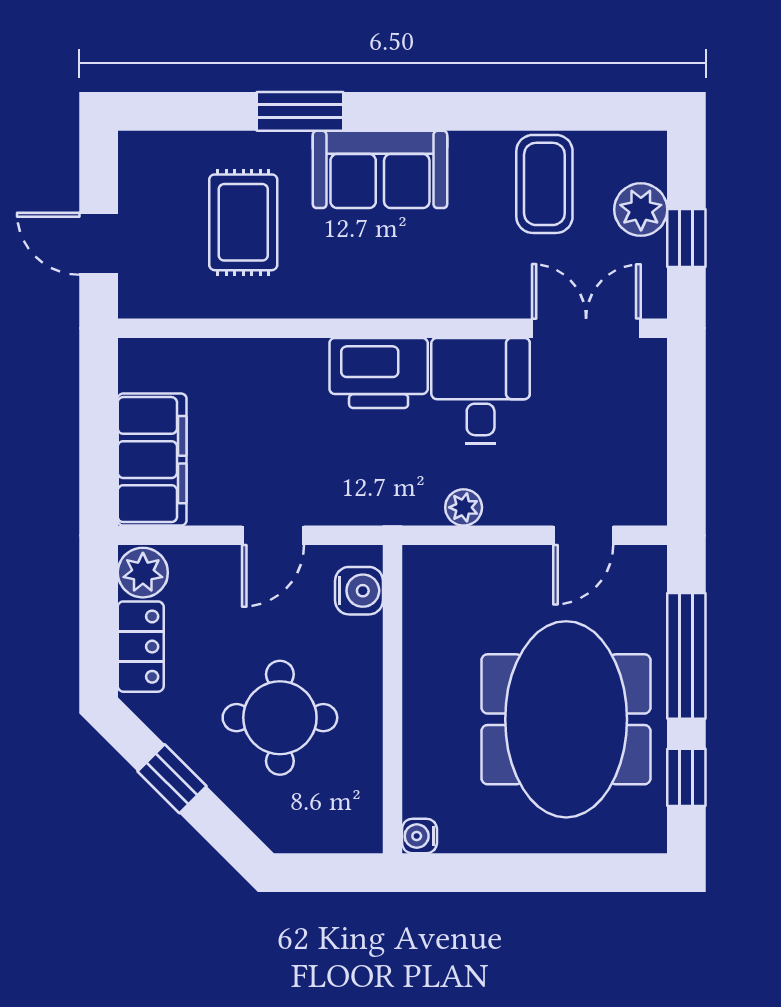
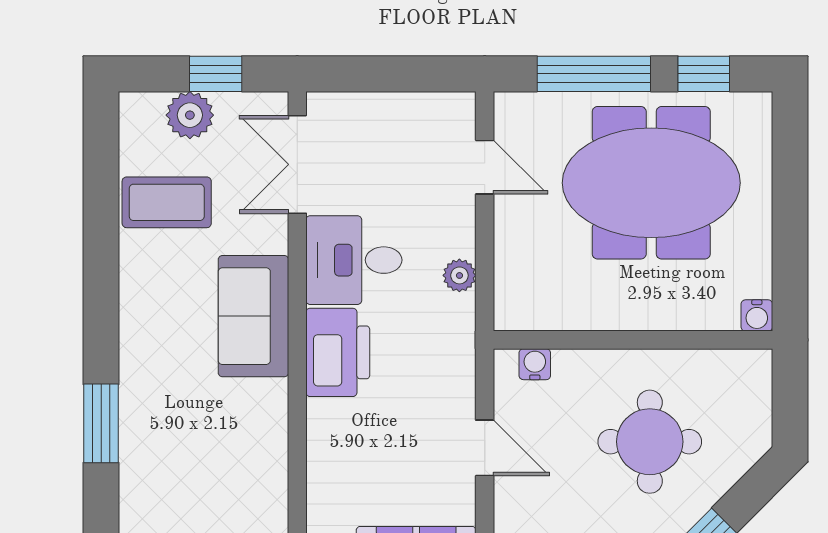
sofa: (380, 169) -> (253, 316), moved, turned 180
rug: (243, 222) -> (201, 475), removed
water cooler: (359, 591) -> (535, 364), width x0.72, depth x0.72

